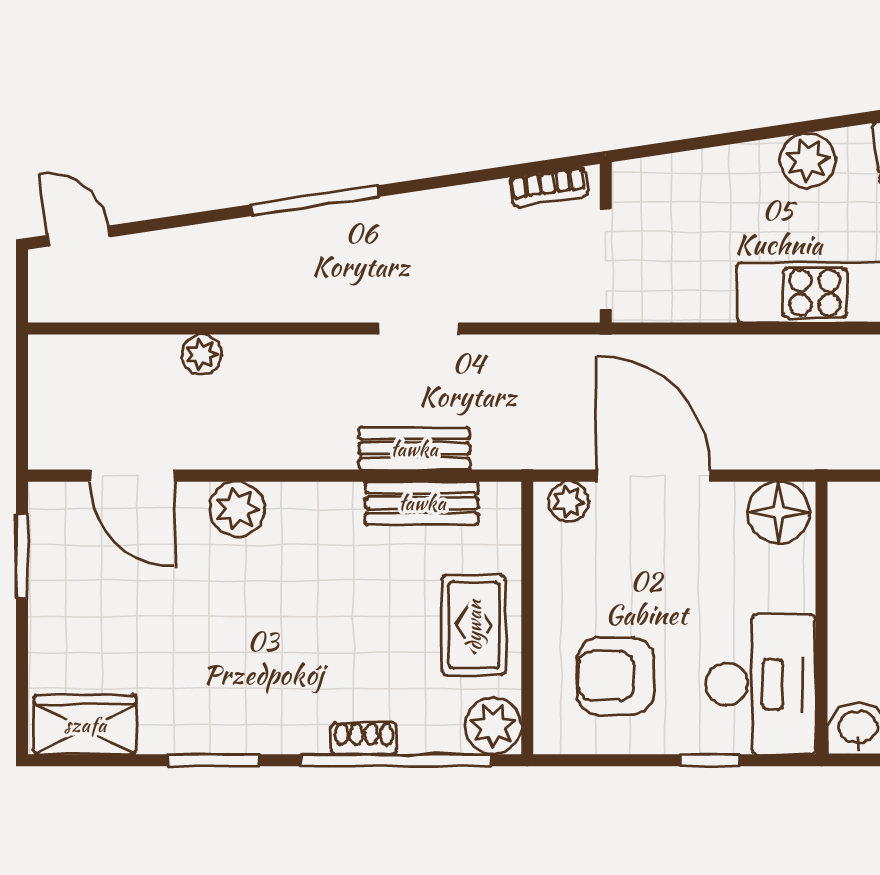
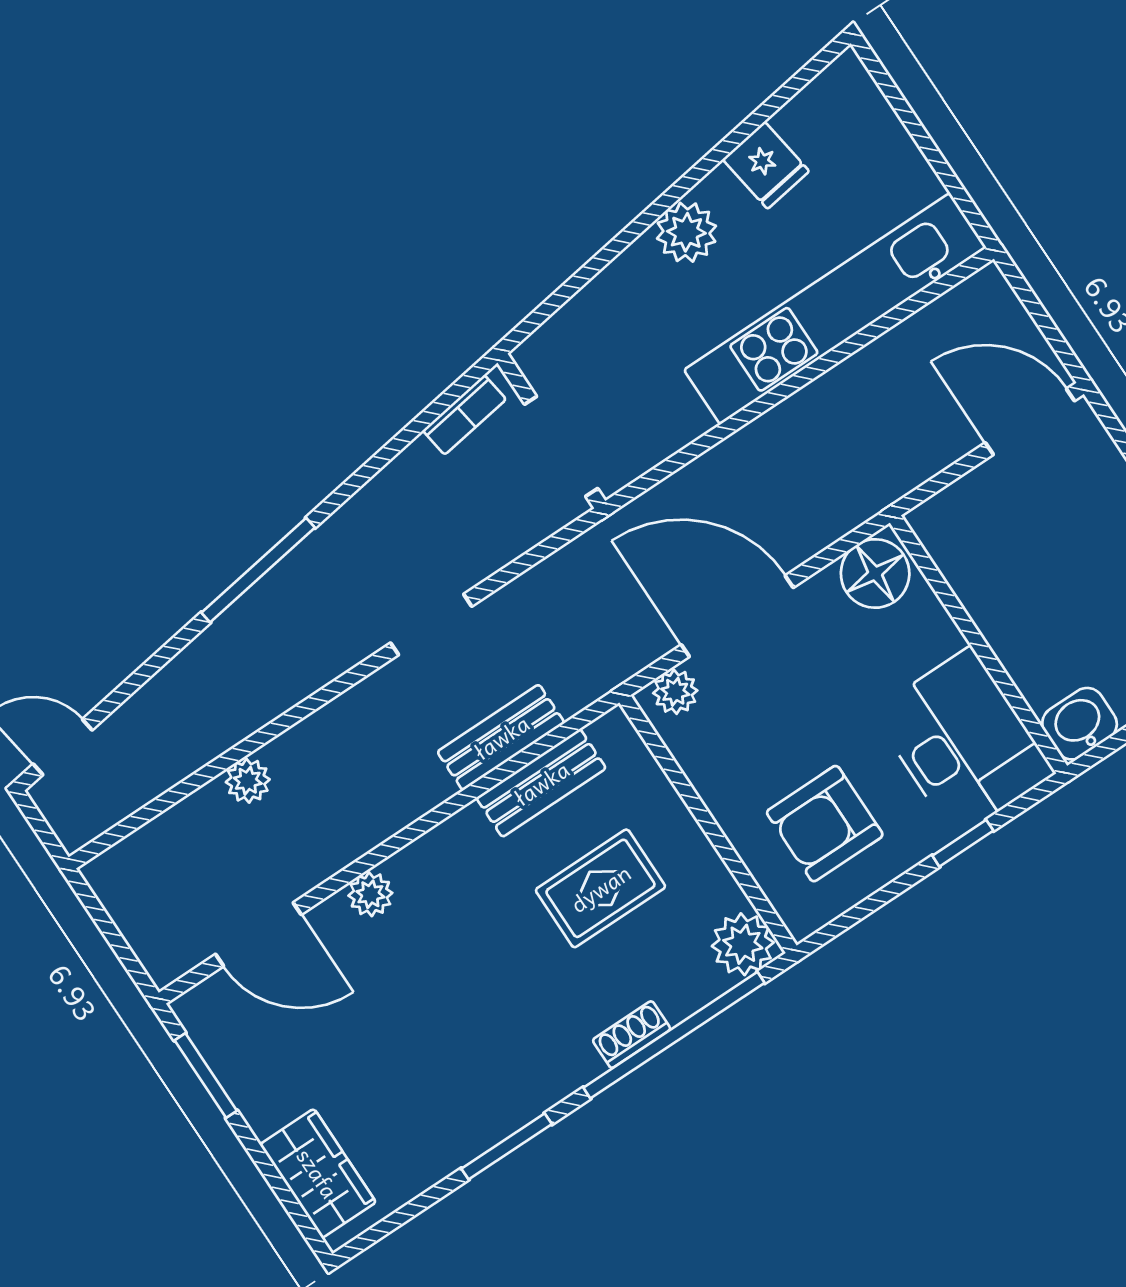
plant: (237, 509) -> (370, 894), width x0.73, depth x0.73
rug: (474, 625) -> (600, 888), moved, turned 90
wardrobe: (85, 725) -> (318, 1173), moved, turned 90

